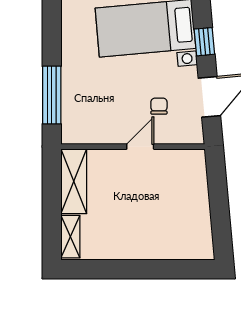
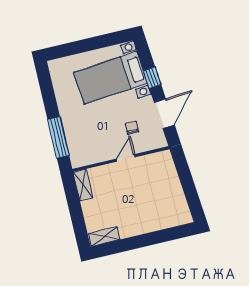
shelving: (74, 181) -> (83, 185), width x0.67, depth x0.75
shelving: (70, 237) -> (104, 237), moved, turned 90

